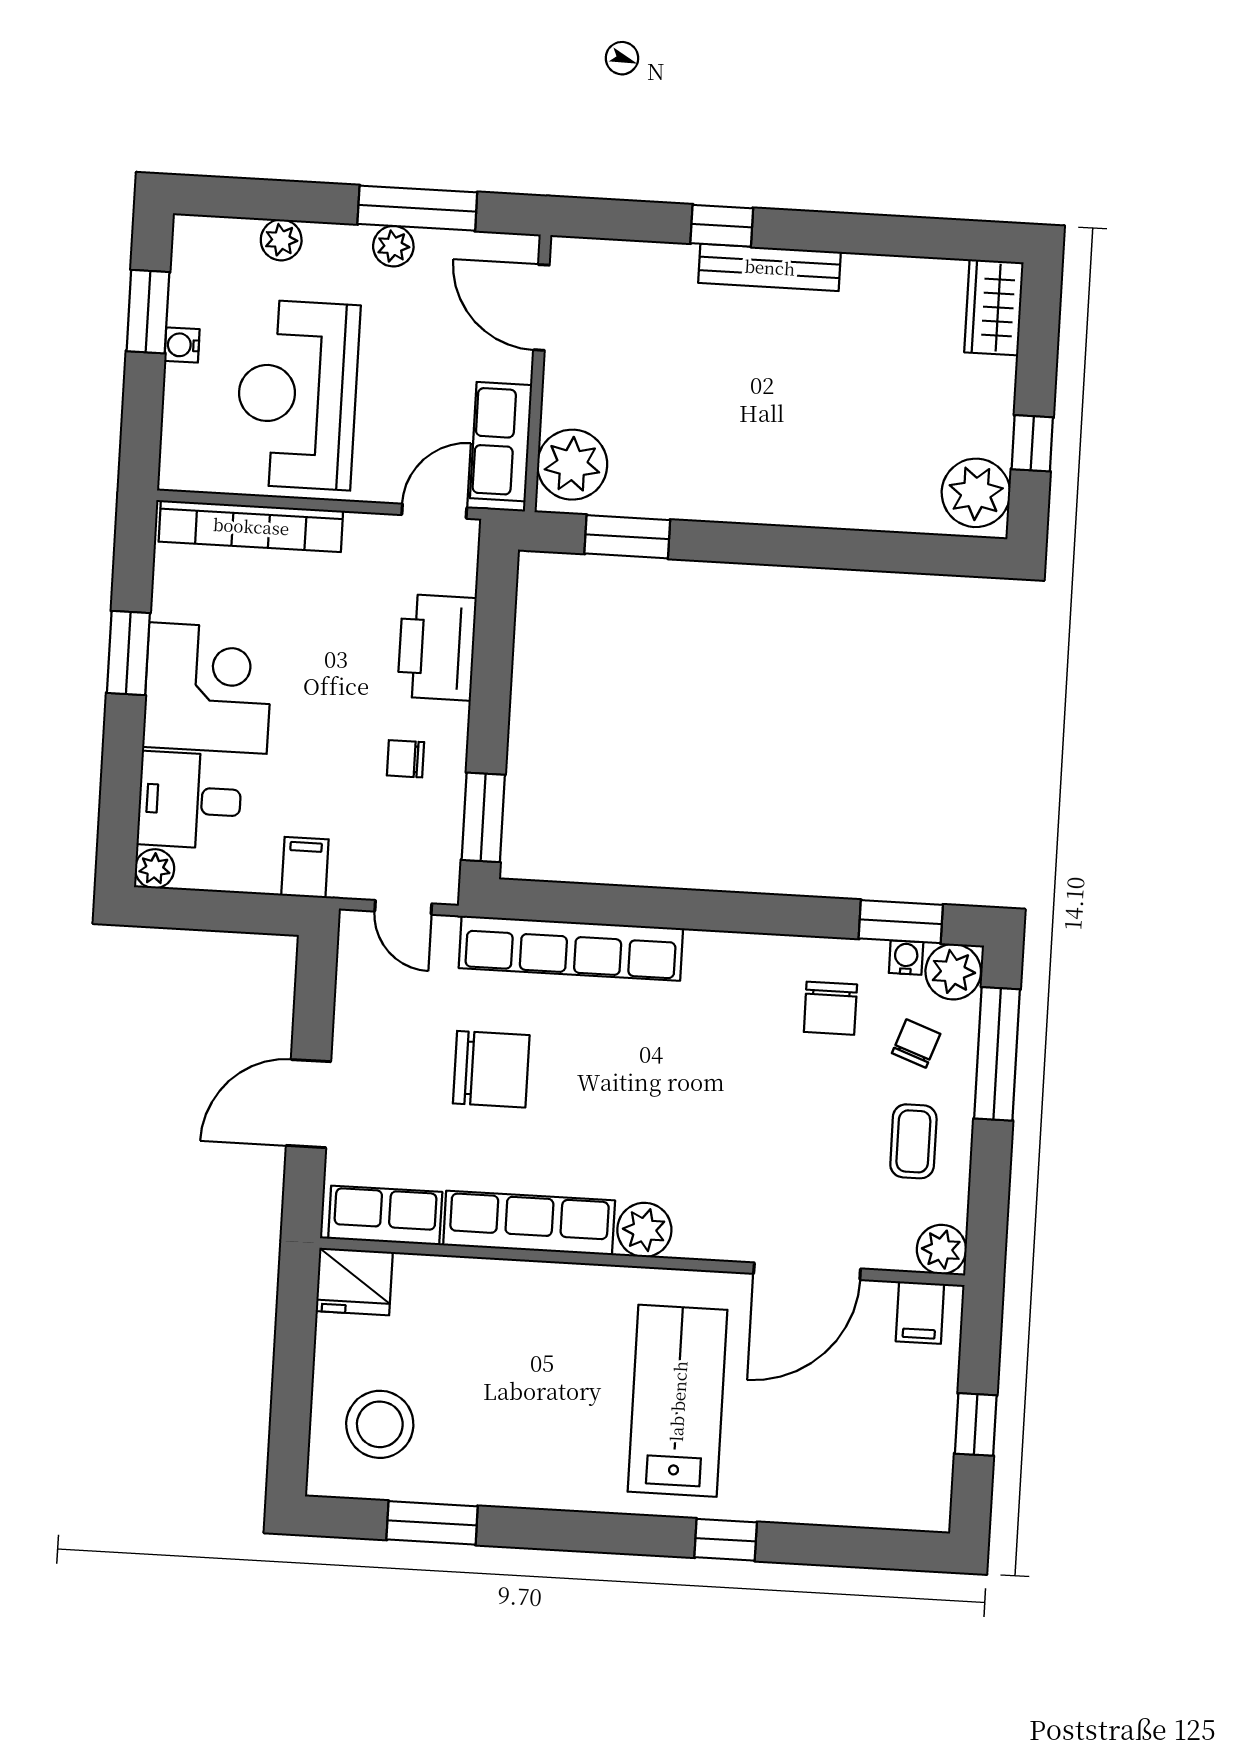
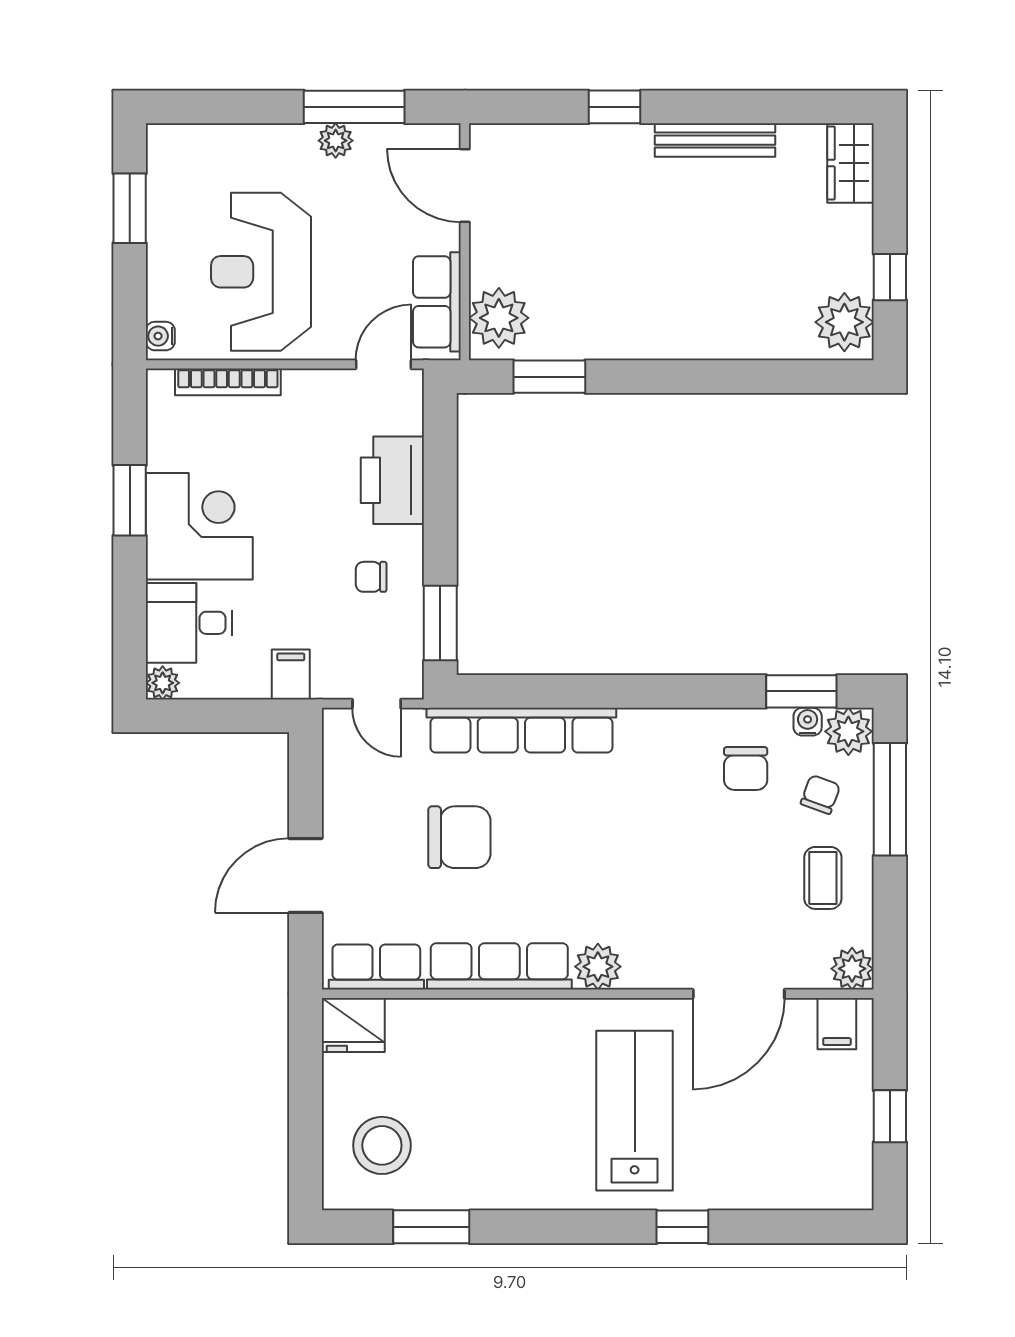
plant: (281, 240) -> (240, 141), removed
bench: (770, 267) -> (715, 140), moved
water cooler: (182, 345) -> (160, 336), moved
bookcase: (251, 526) -> (228, 382), width x0.68, depth x0.76

